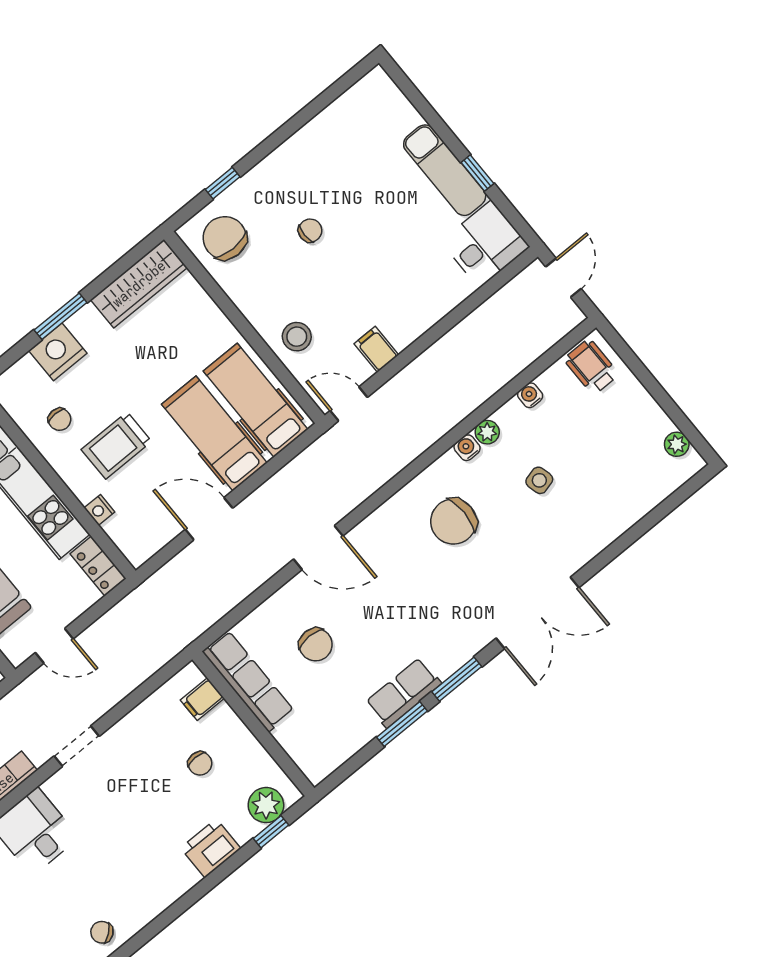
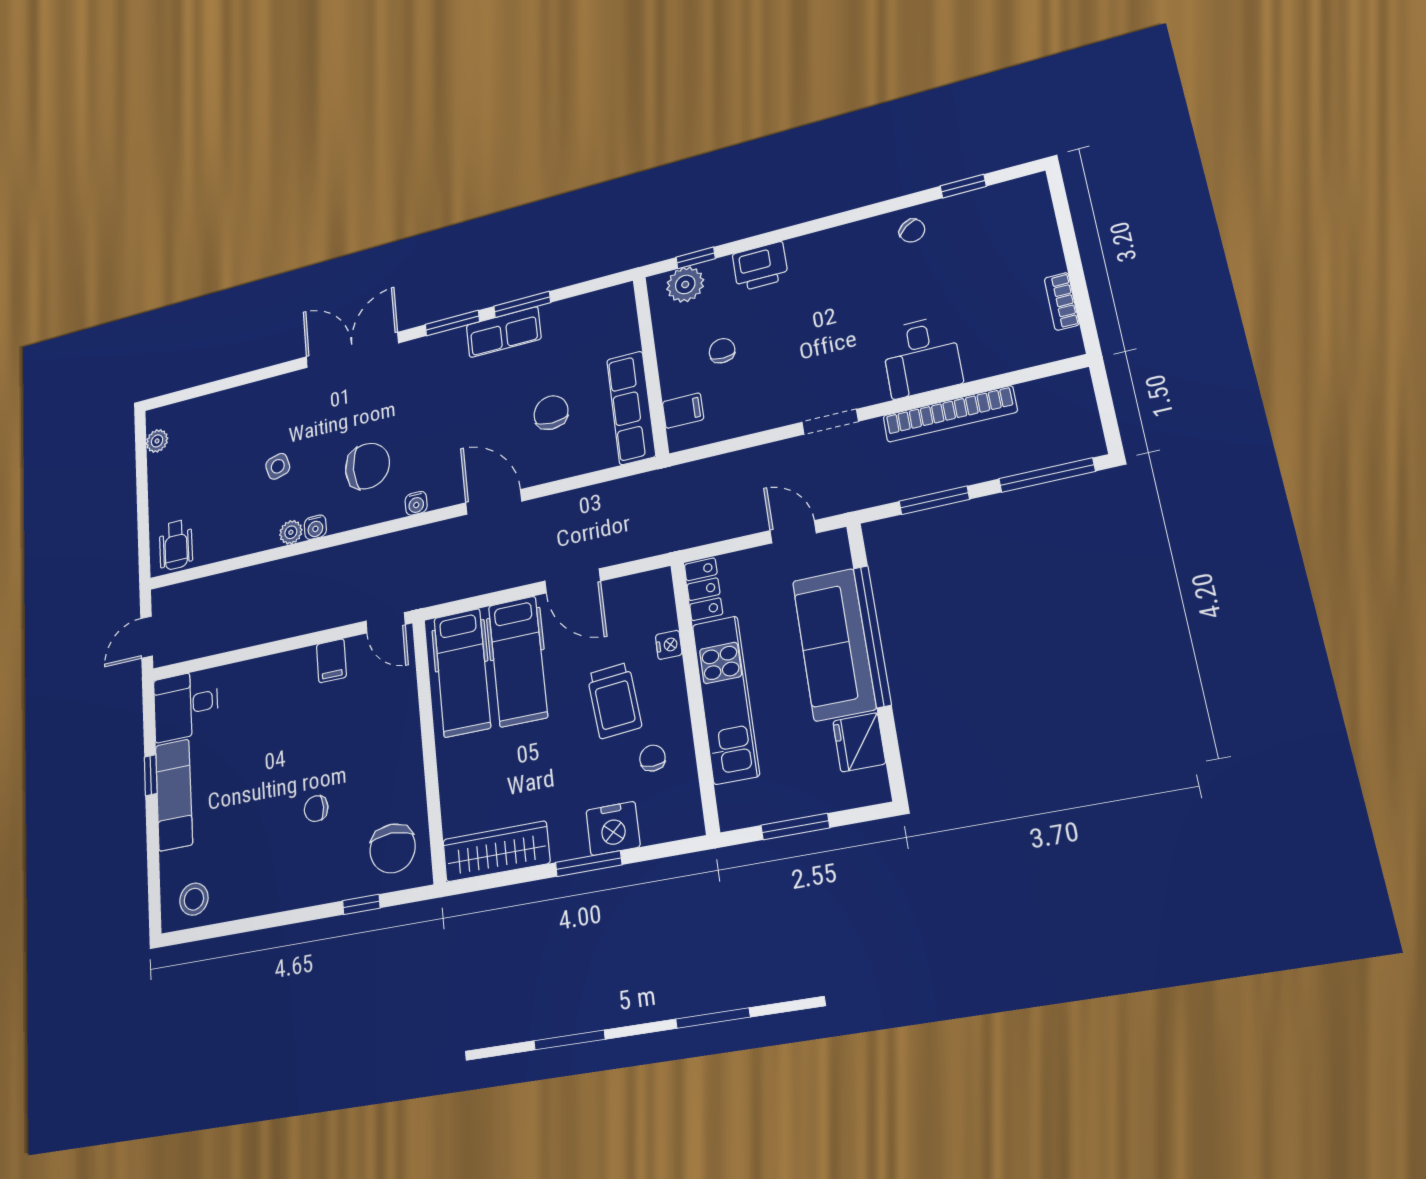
stool: (297, 337) -> (194, 899), moved
water cooler: (530, 395) -> (416, 503), moved
trolley: (116, 445) -> (614, 700), turned 85

